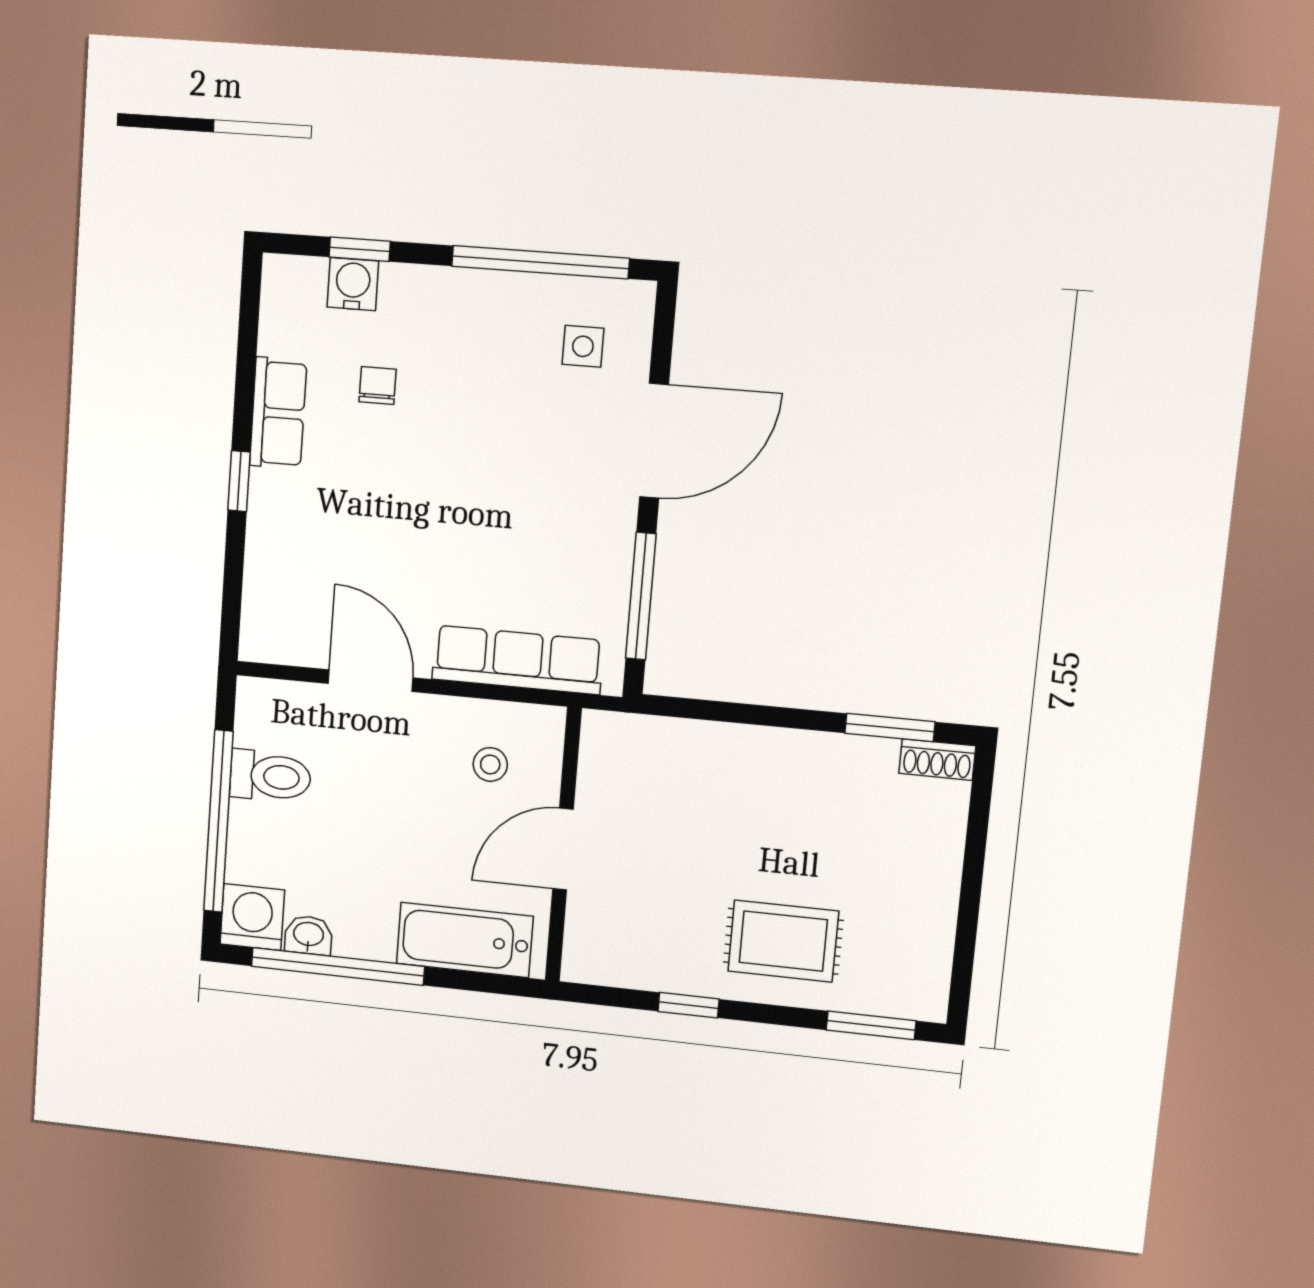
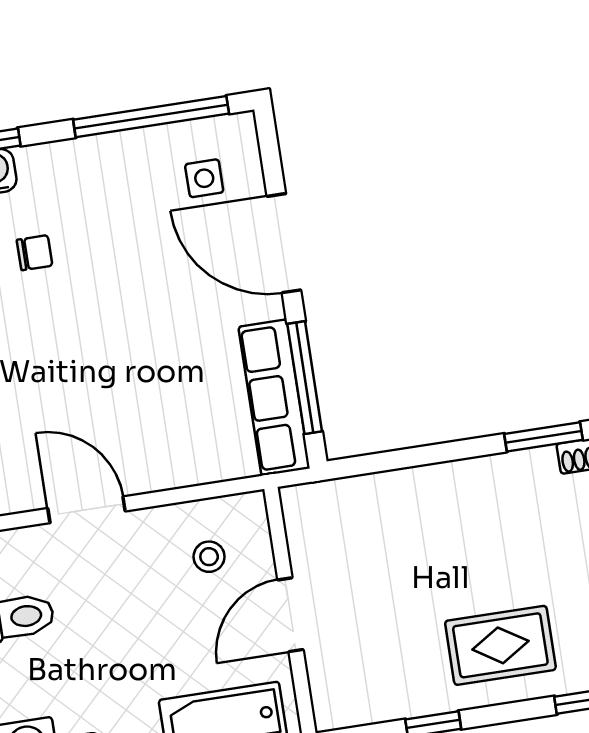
chair: (378, 386) -> (35, 253), turned 90
door: (654, 441) -> (284, 243), swing flipped
row of seats: (517, 660) -> (274, 398), moved, turned -90

